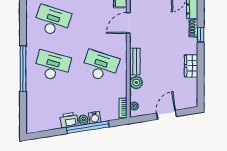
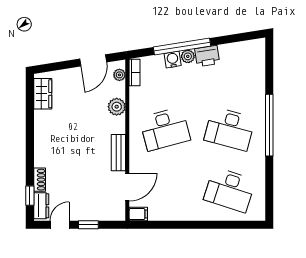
window: (201, 35) -> (30, 196), moved
bench: (135, 62) -> (118, 153), moved
desk: (100, 66) -> (165, 129), turned -33
wardrobe: (191, 66) -> (43, 94), moved
door: (166, 115) -> (93, 60), moved

